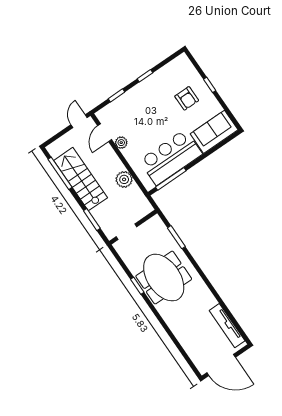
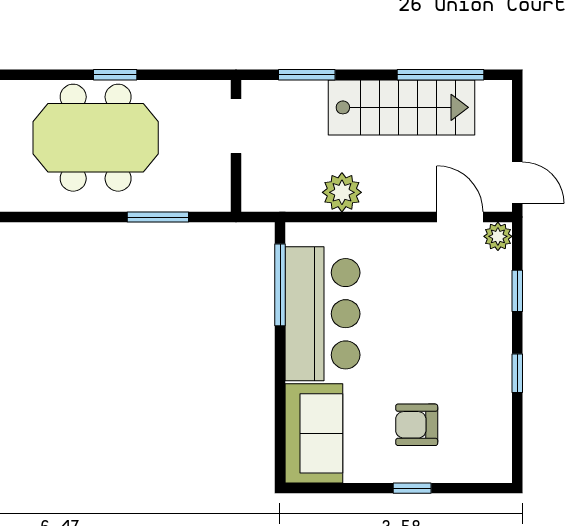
plant: (121, 143) -> (498, 236), moved

